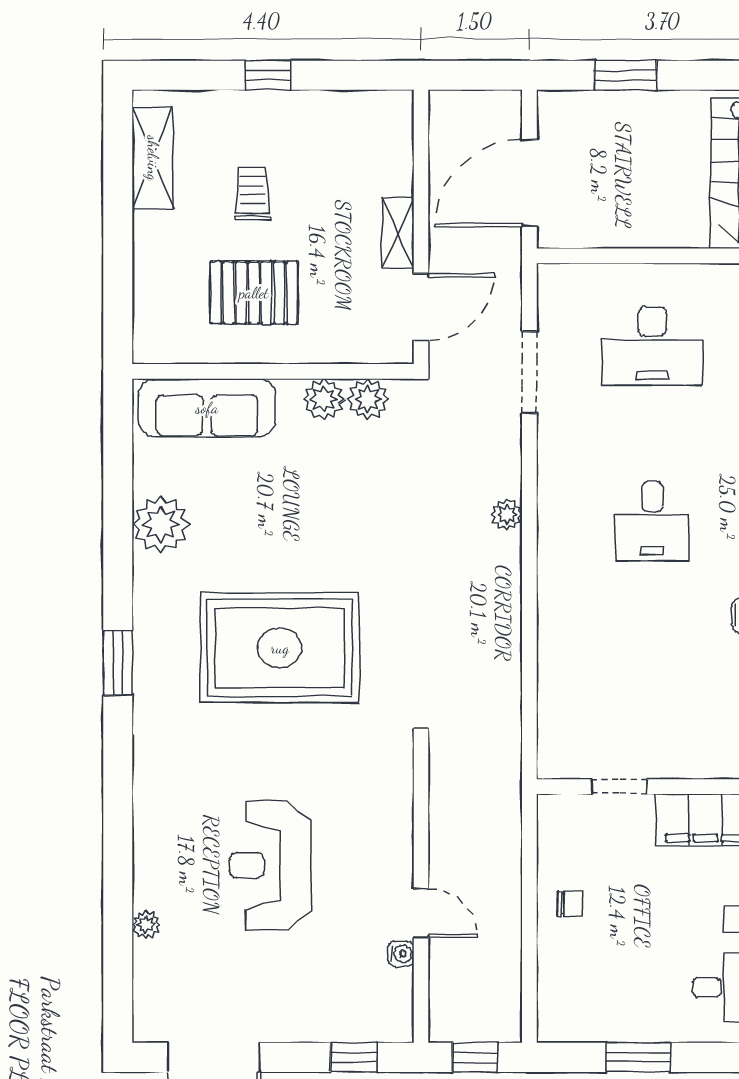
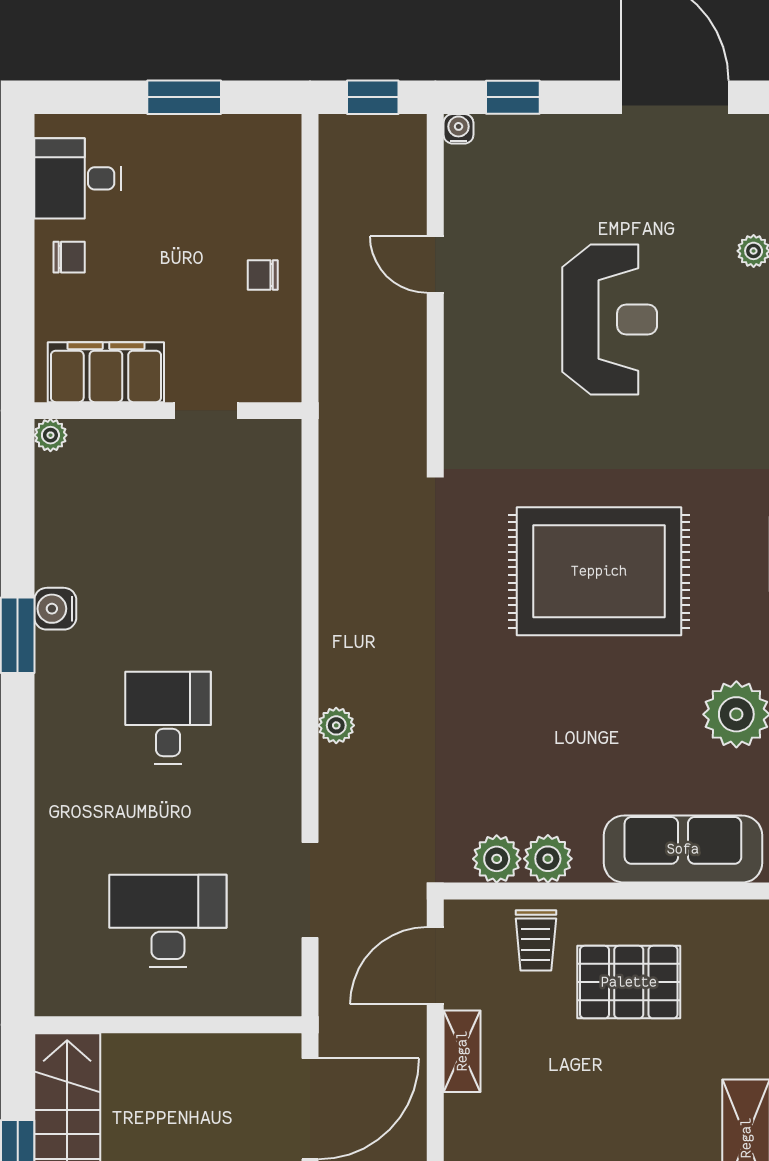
trolley: (252, 194) -> (536, 940), moved
water cooler: (401, 954) -> (459, 129), moved, turned 90

